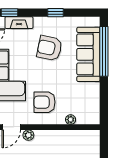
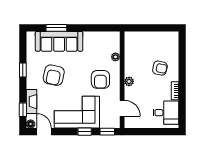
window: (104, 51) -> (56, 28), width x0.47
plant: (28, 135) -> (129, 81), moved

